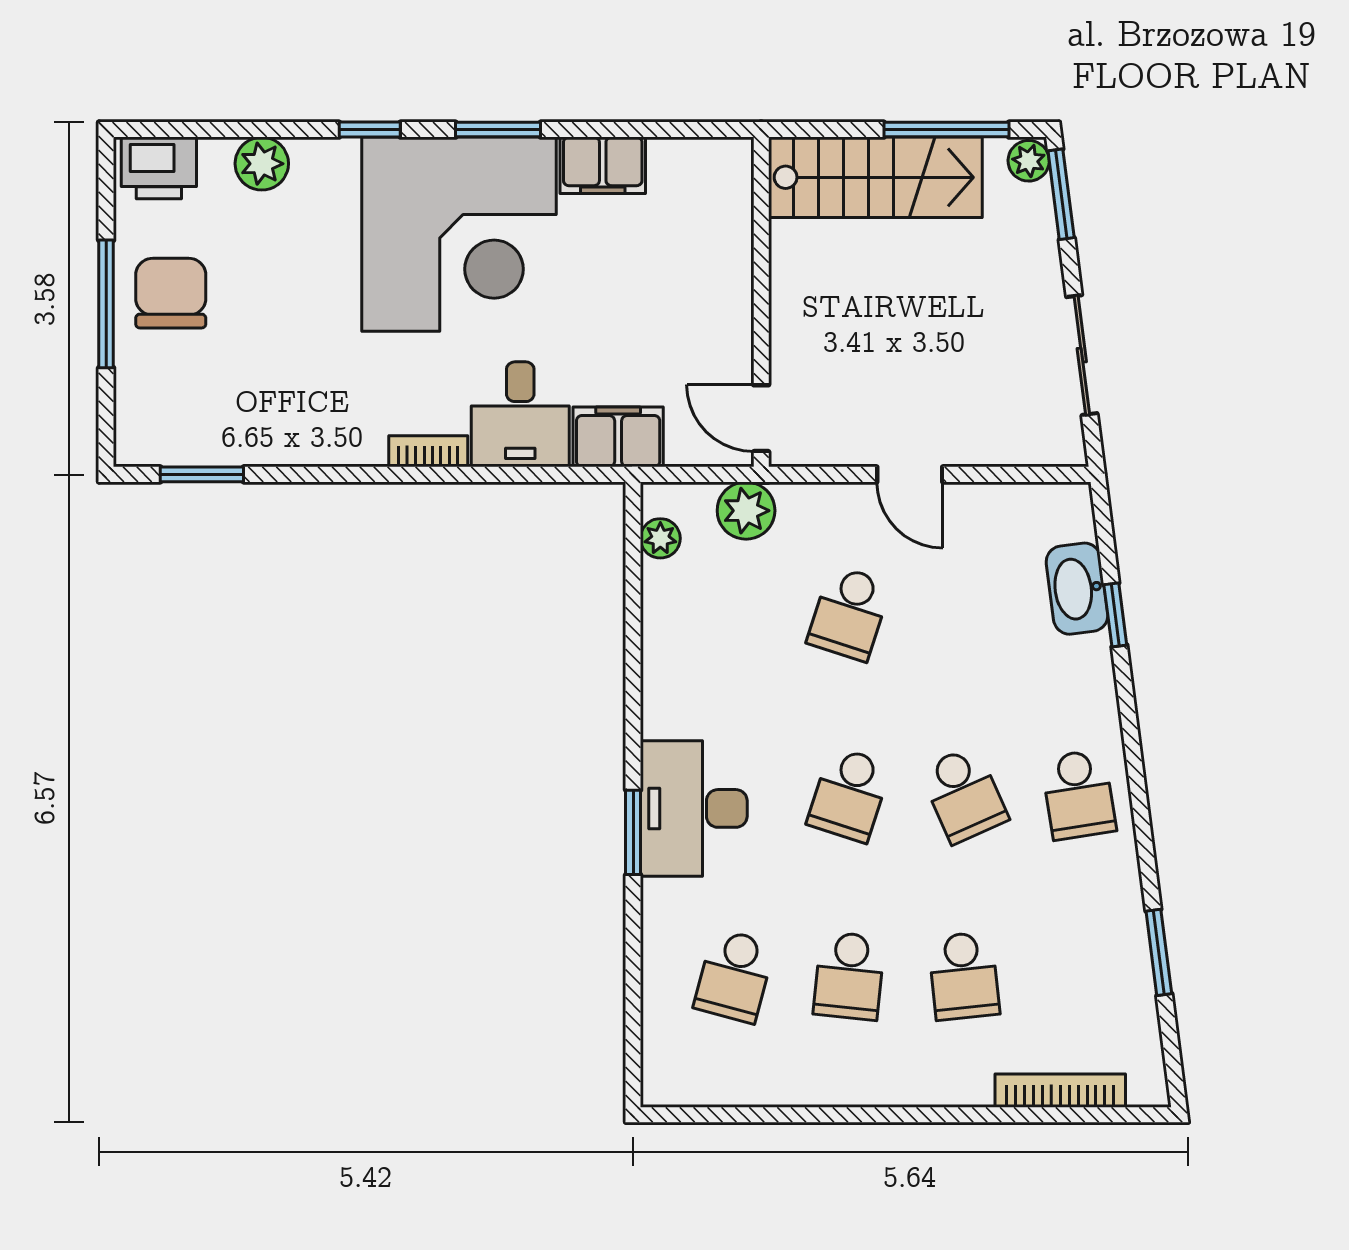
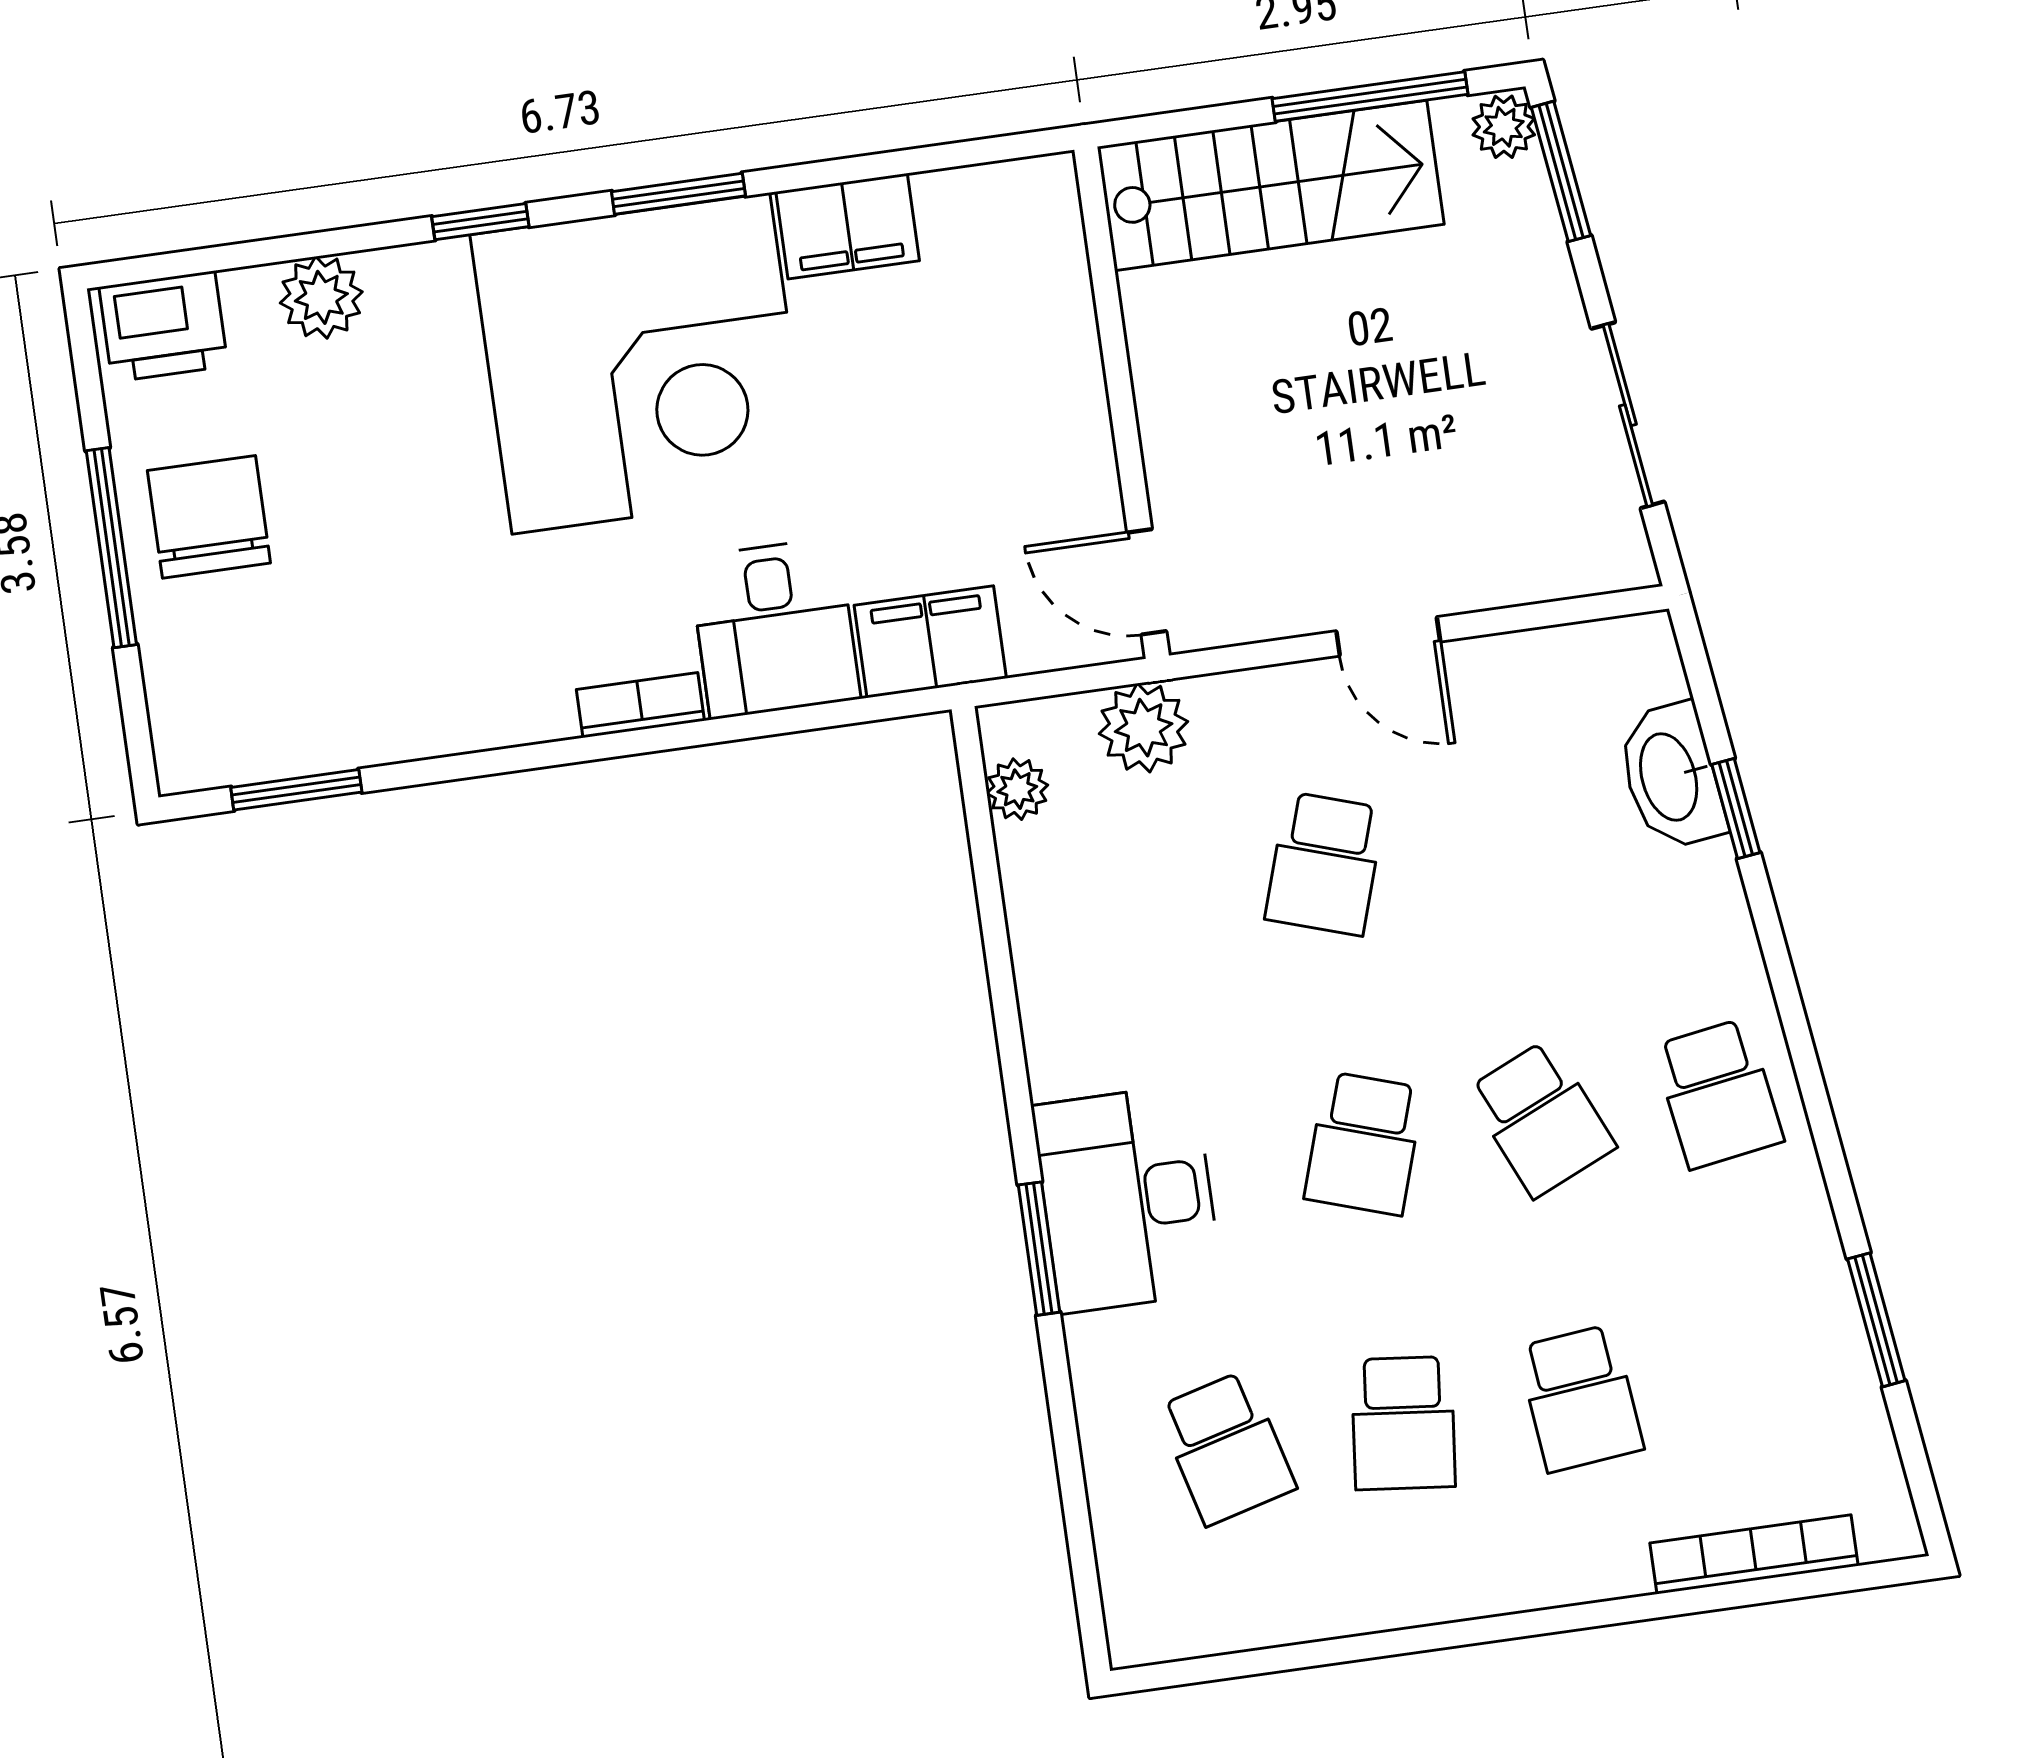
school desk: (734, 976) -> (1226, 1448), turned -30

